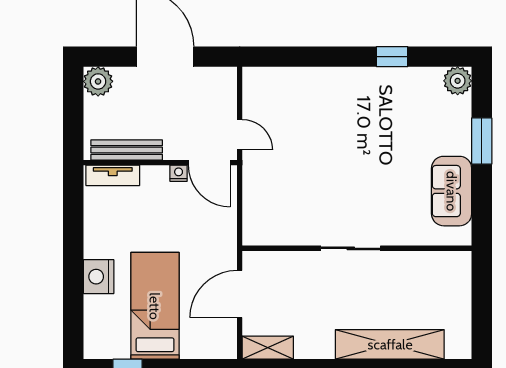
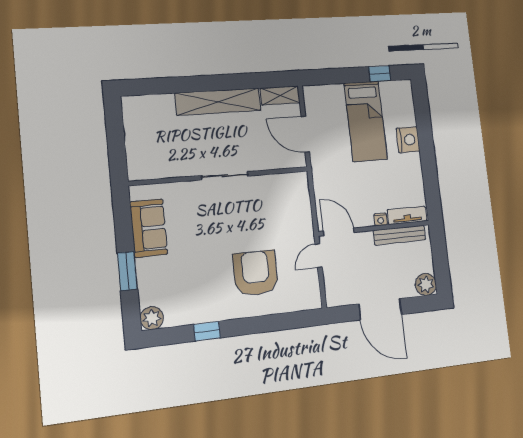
armchair: (324, 121) -> (256, 273), added
door: (240, 135) -> (319, 256), hinge flipped
nightstand: (179, 173) -> (381, 219), moved
door: (240, 294) -> (305, 134), swing flipped
shelving: (390, 344) -> (218, 102), moved

